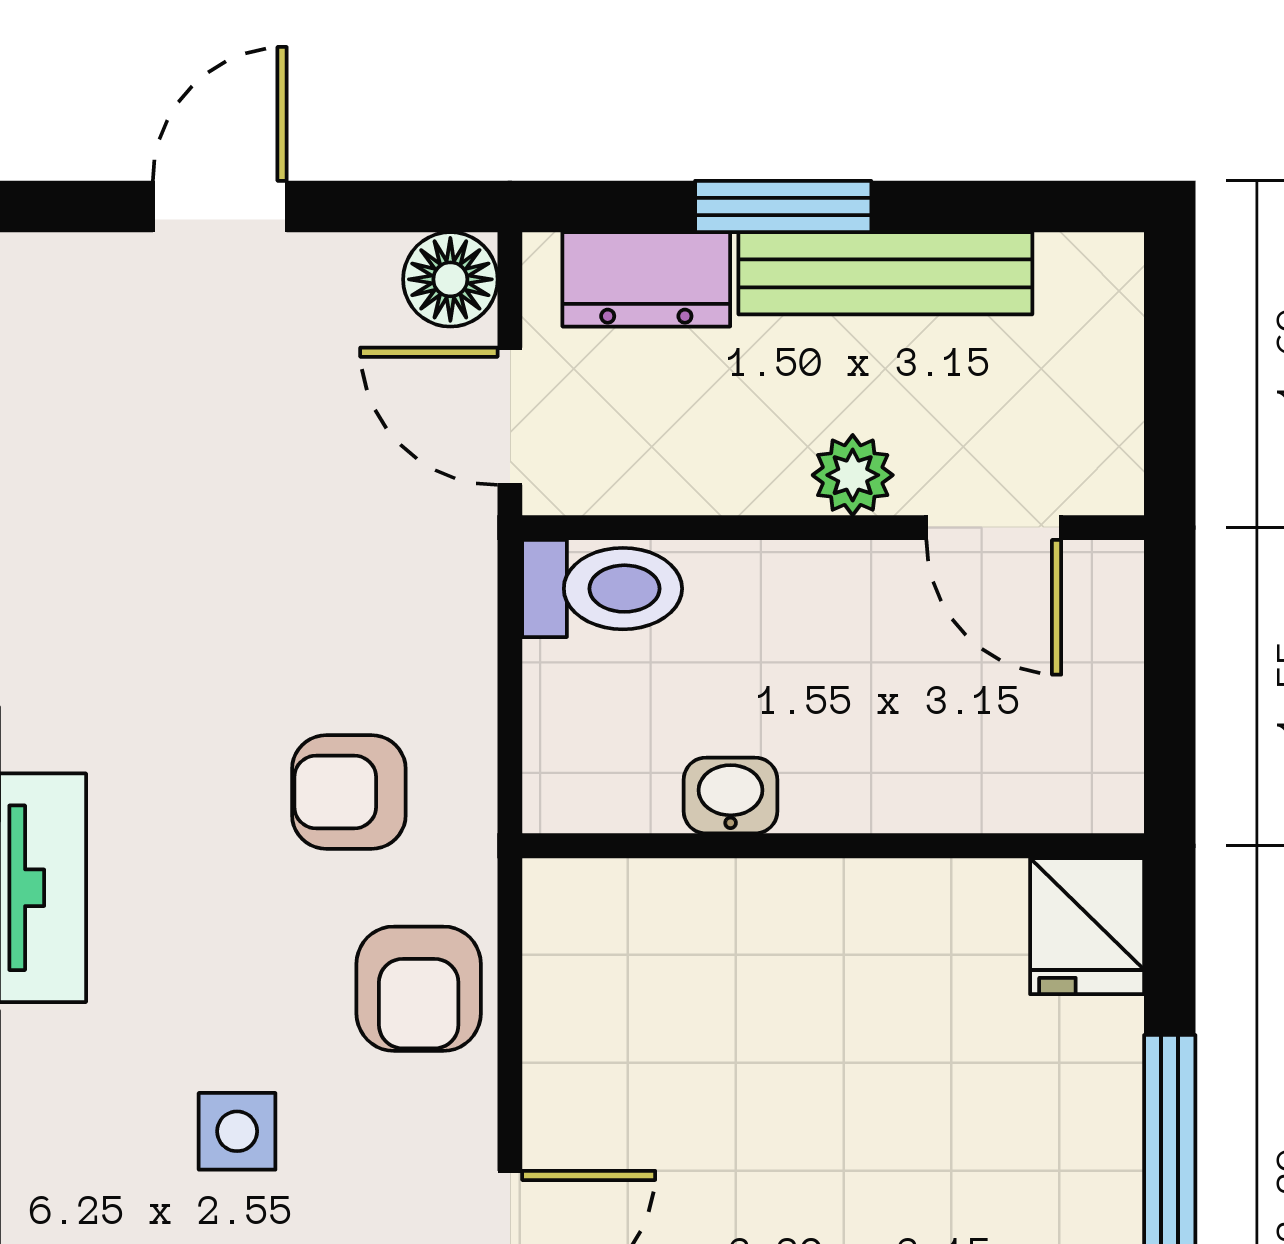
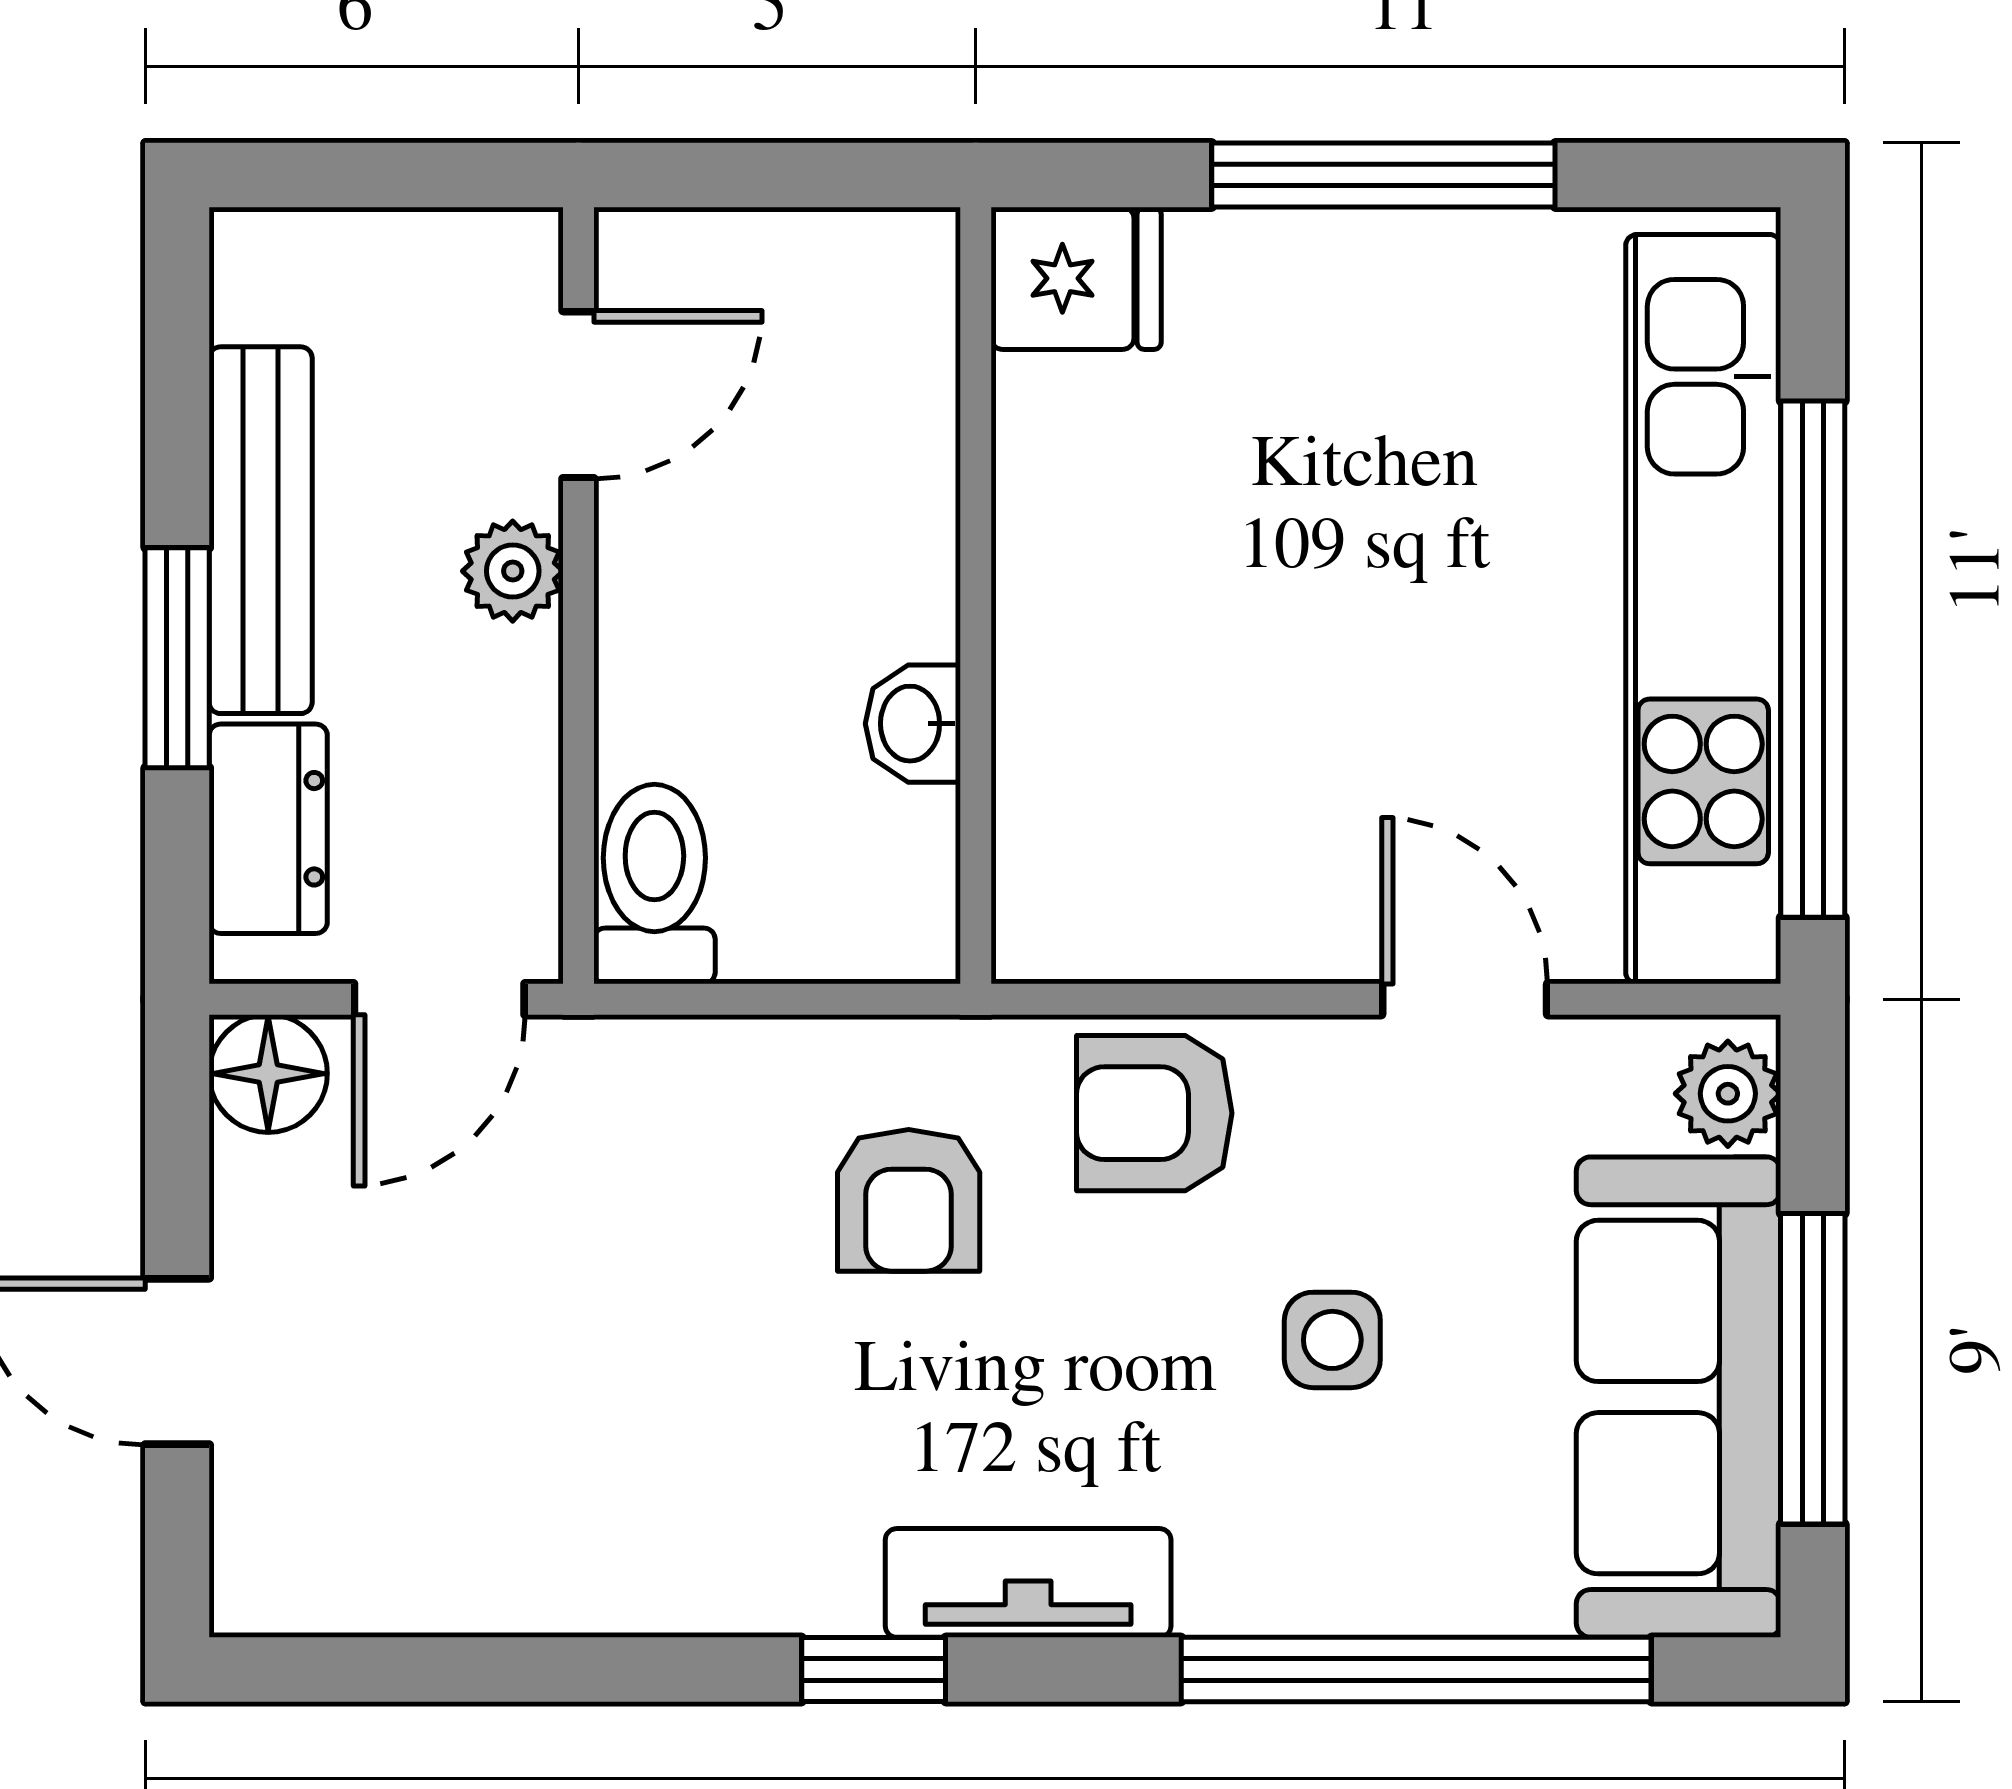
armchair: (419, 989) -> (1154, 1113), turned 180

